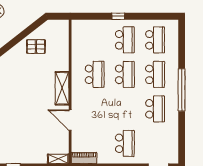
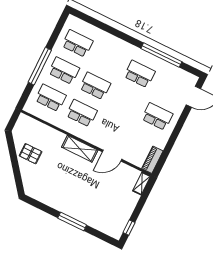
window: (118, 16) -> (40, 66), width x3.17
pallet: (36, 47) -> (31, 154), turned 90
school desk: (155, 74) -> (51, 98), moved
window: (182, 90) -> (161, 55), moved

